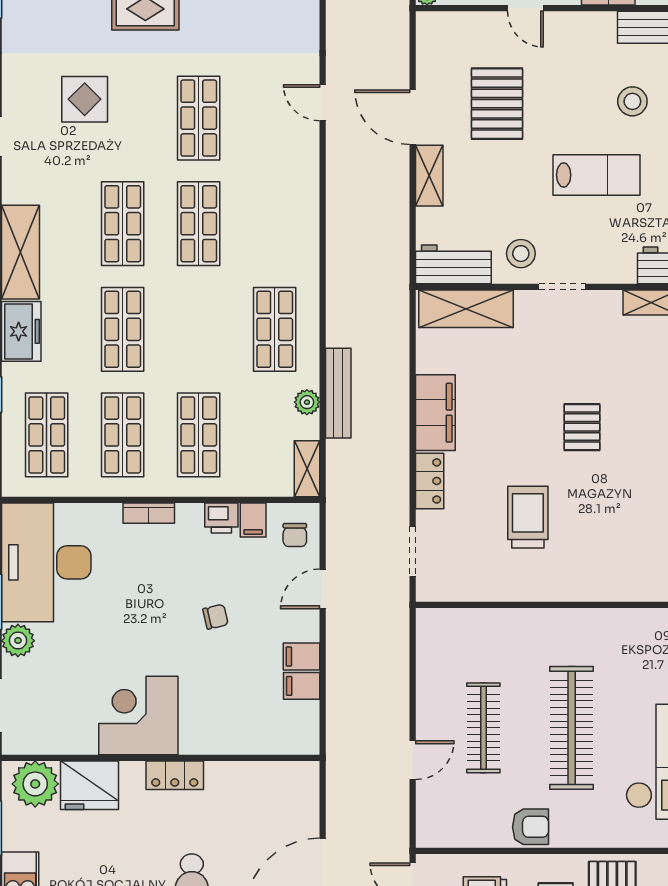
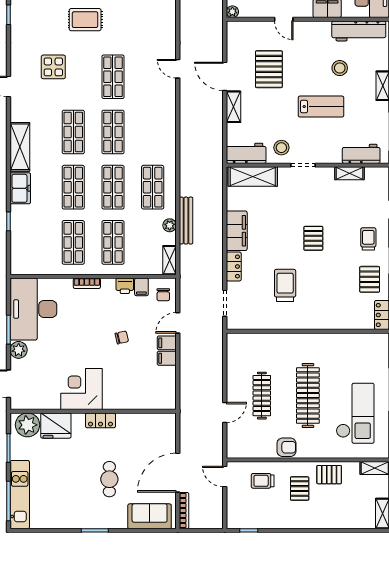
shop shelf: (47, 435) -> (113, 187), moved
filing cabinet: (302, 686) -> (167, 343), moved

